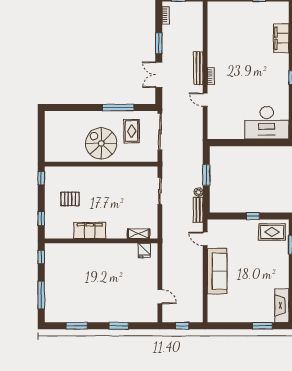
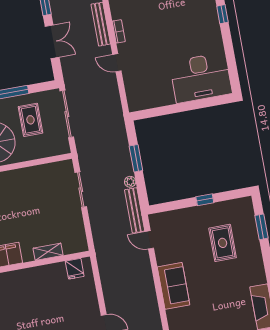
double door: (159, 75) -> (52, 42), swing flipped
bench: (198, 210) -> (135, 210), width x1.36
rug: (272, 232) -> (223, 243), moved, turned 90
shelving: (139, 234) -> (48, 252), moved
sofa: (217, 271) -> (174, 286), width x0.73

